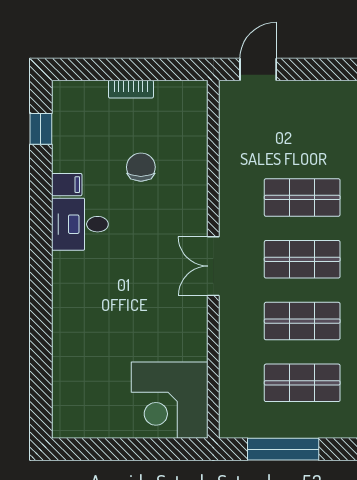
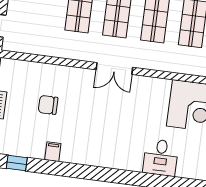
desk: (80, 224) -> (161, 157), moved

